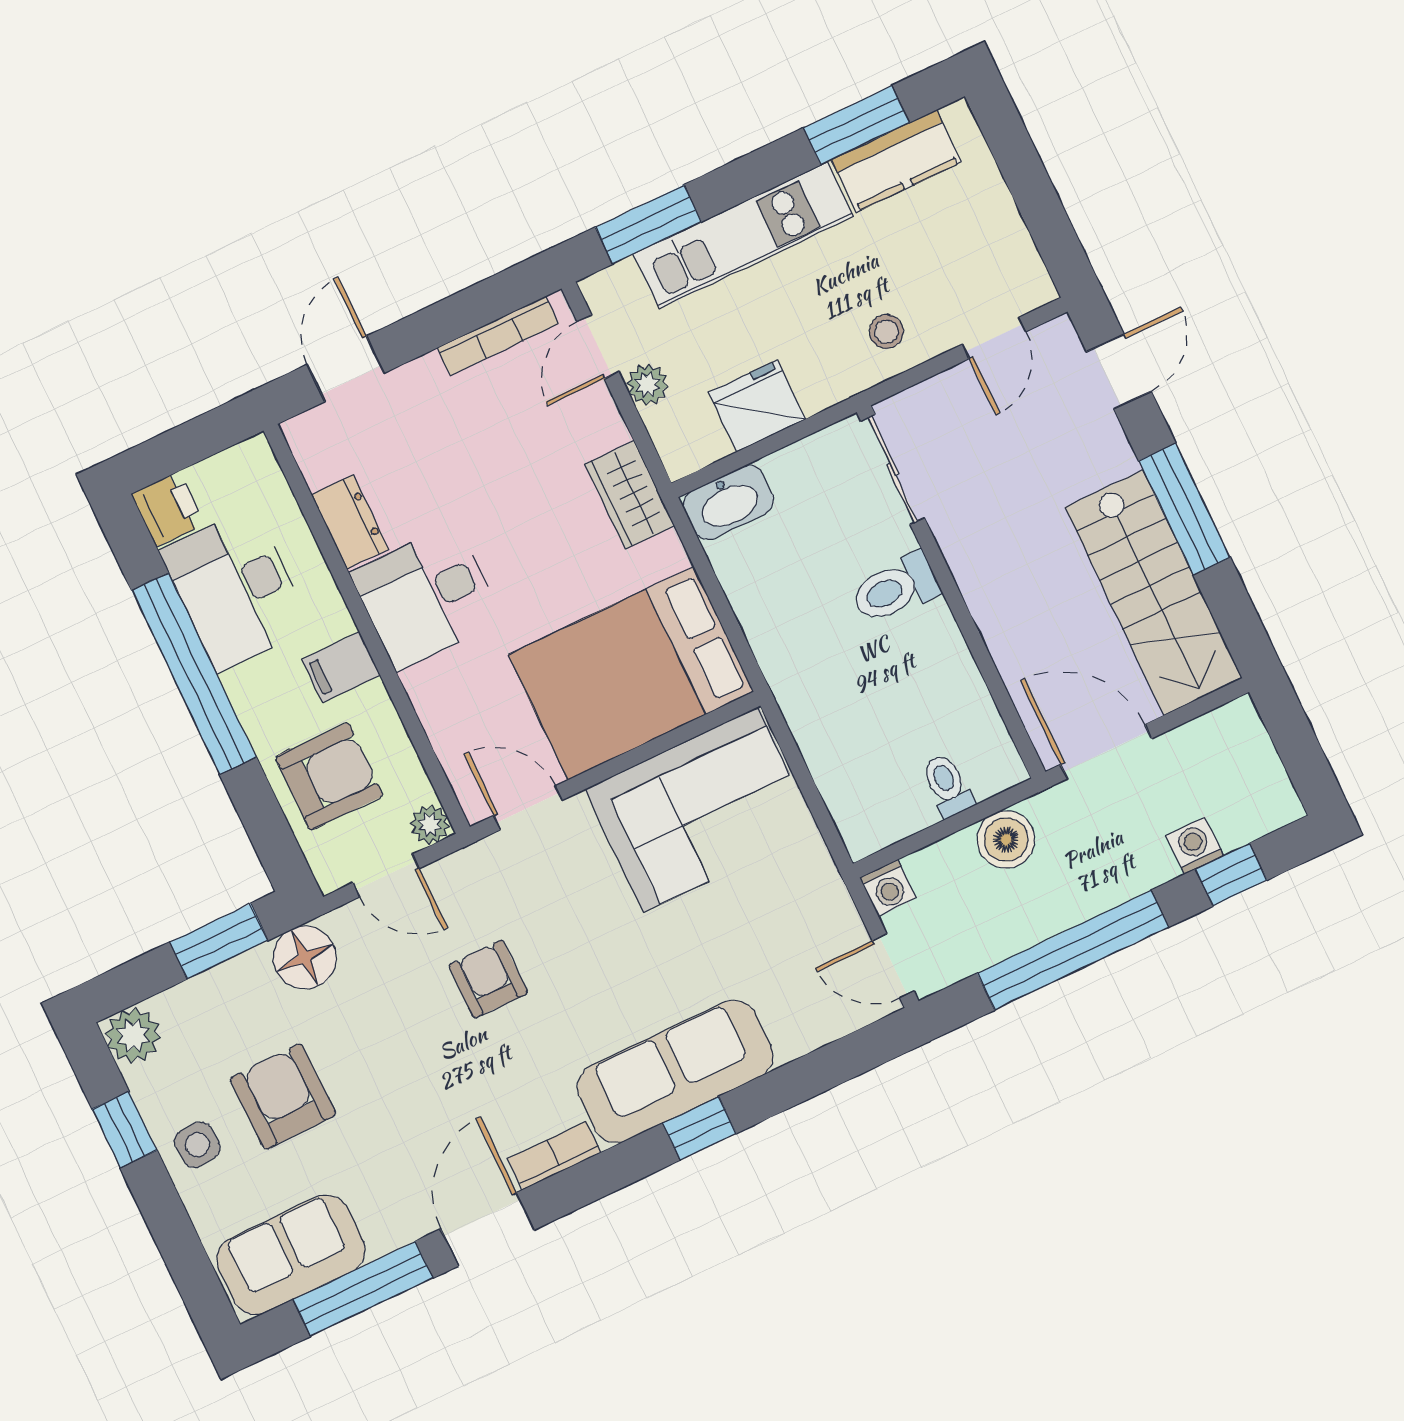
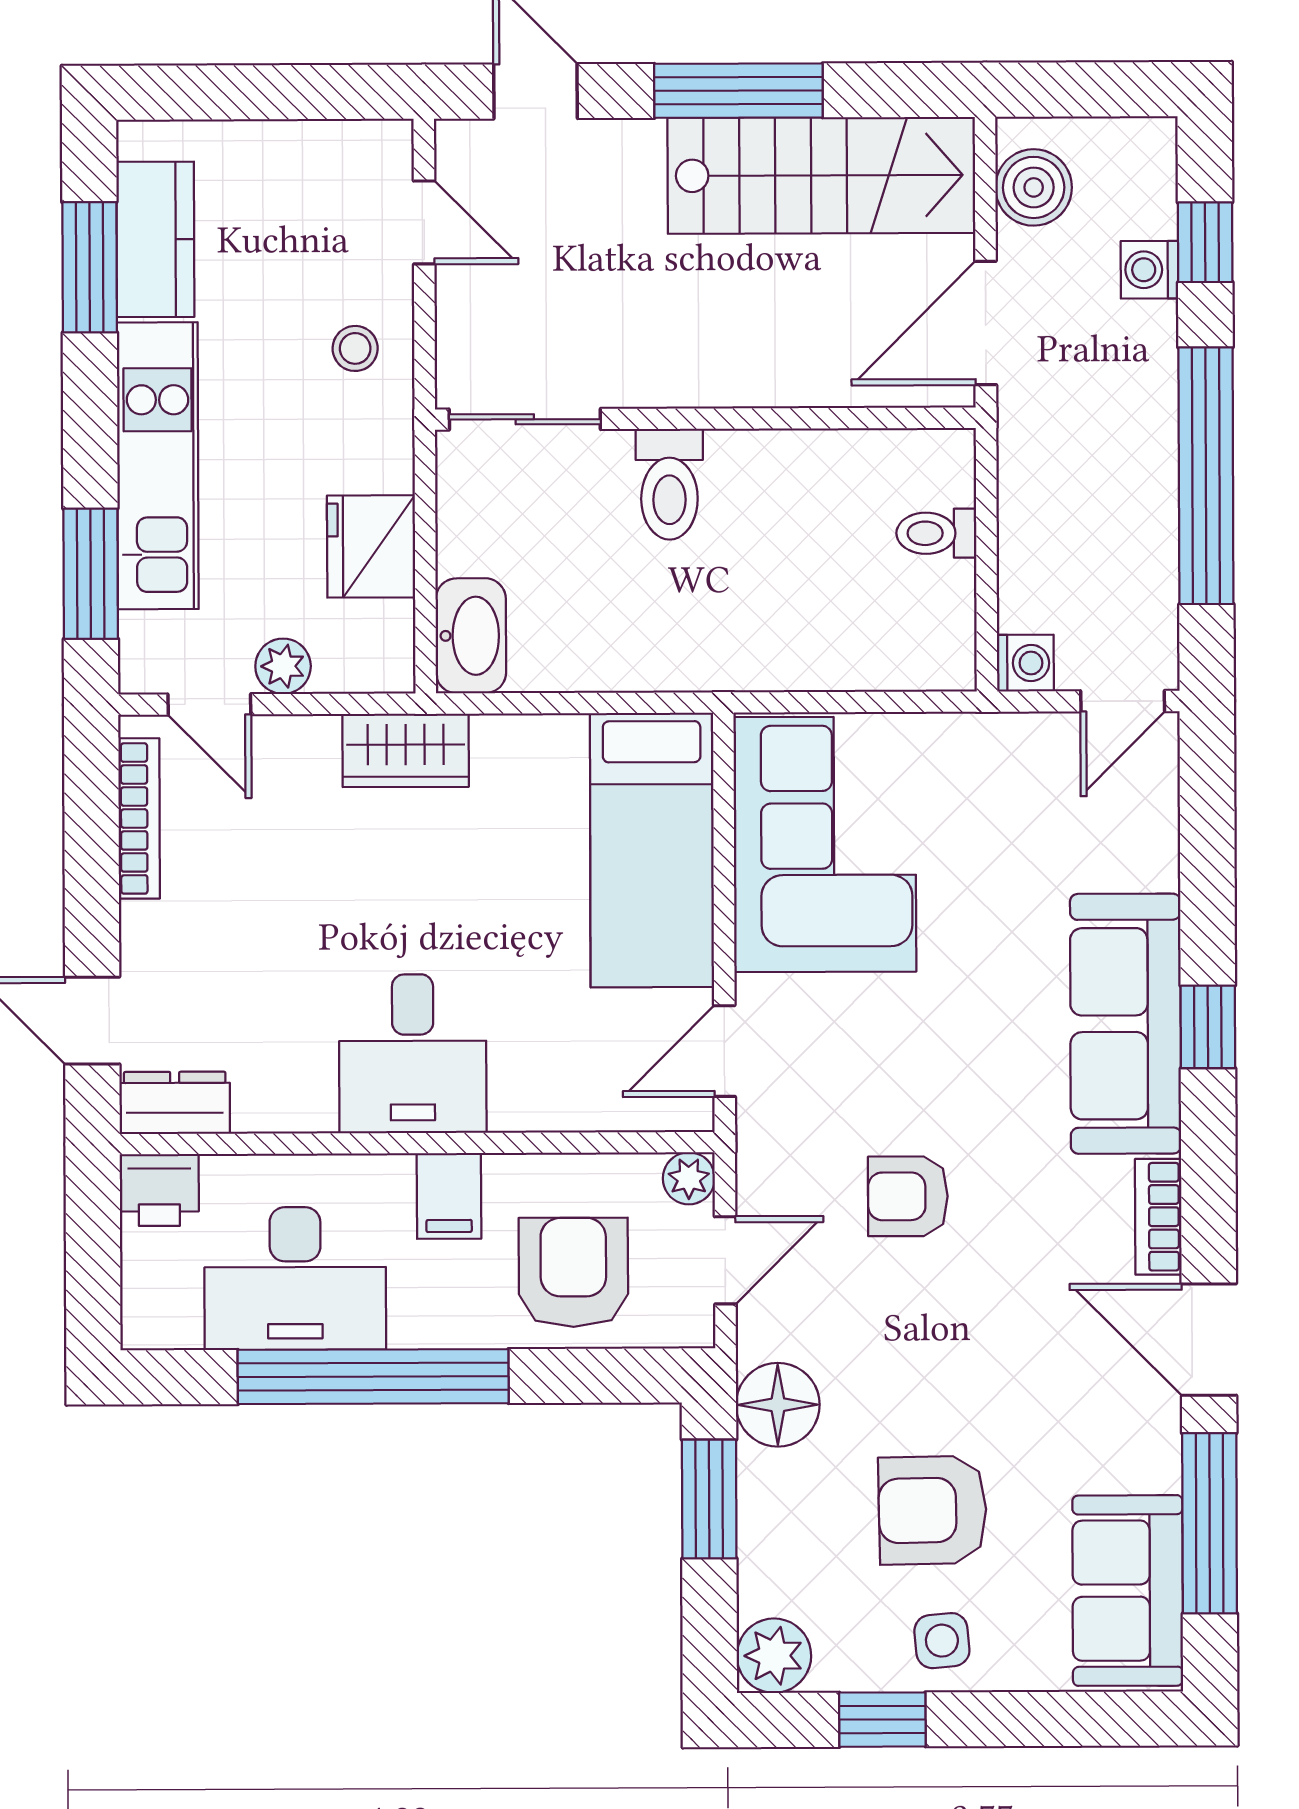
printer: (168, 509) -> (159, 1190), moved, turned 180
dresser: (350, 522) -> (175, 1103), moved
bed: (631, 673) -> (652, 850), width x0.67
boiler: (1006, 840) -> (1034, 187), moved

